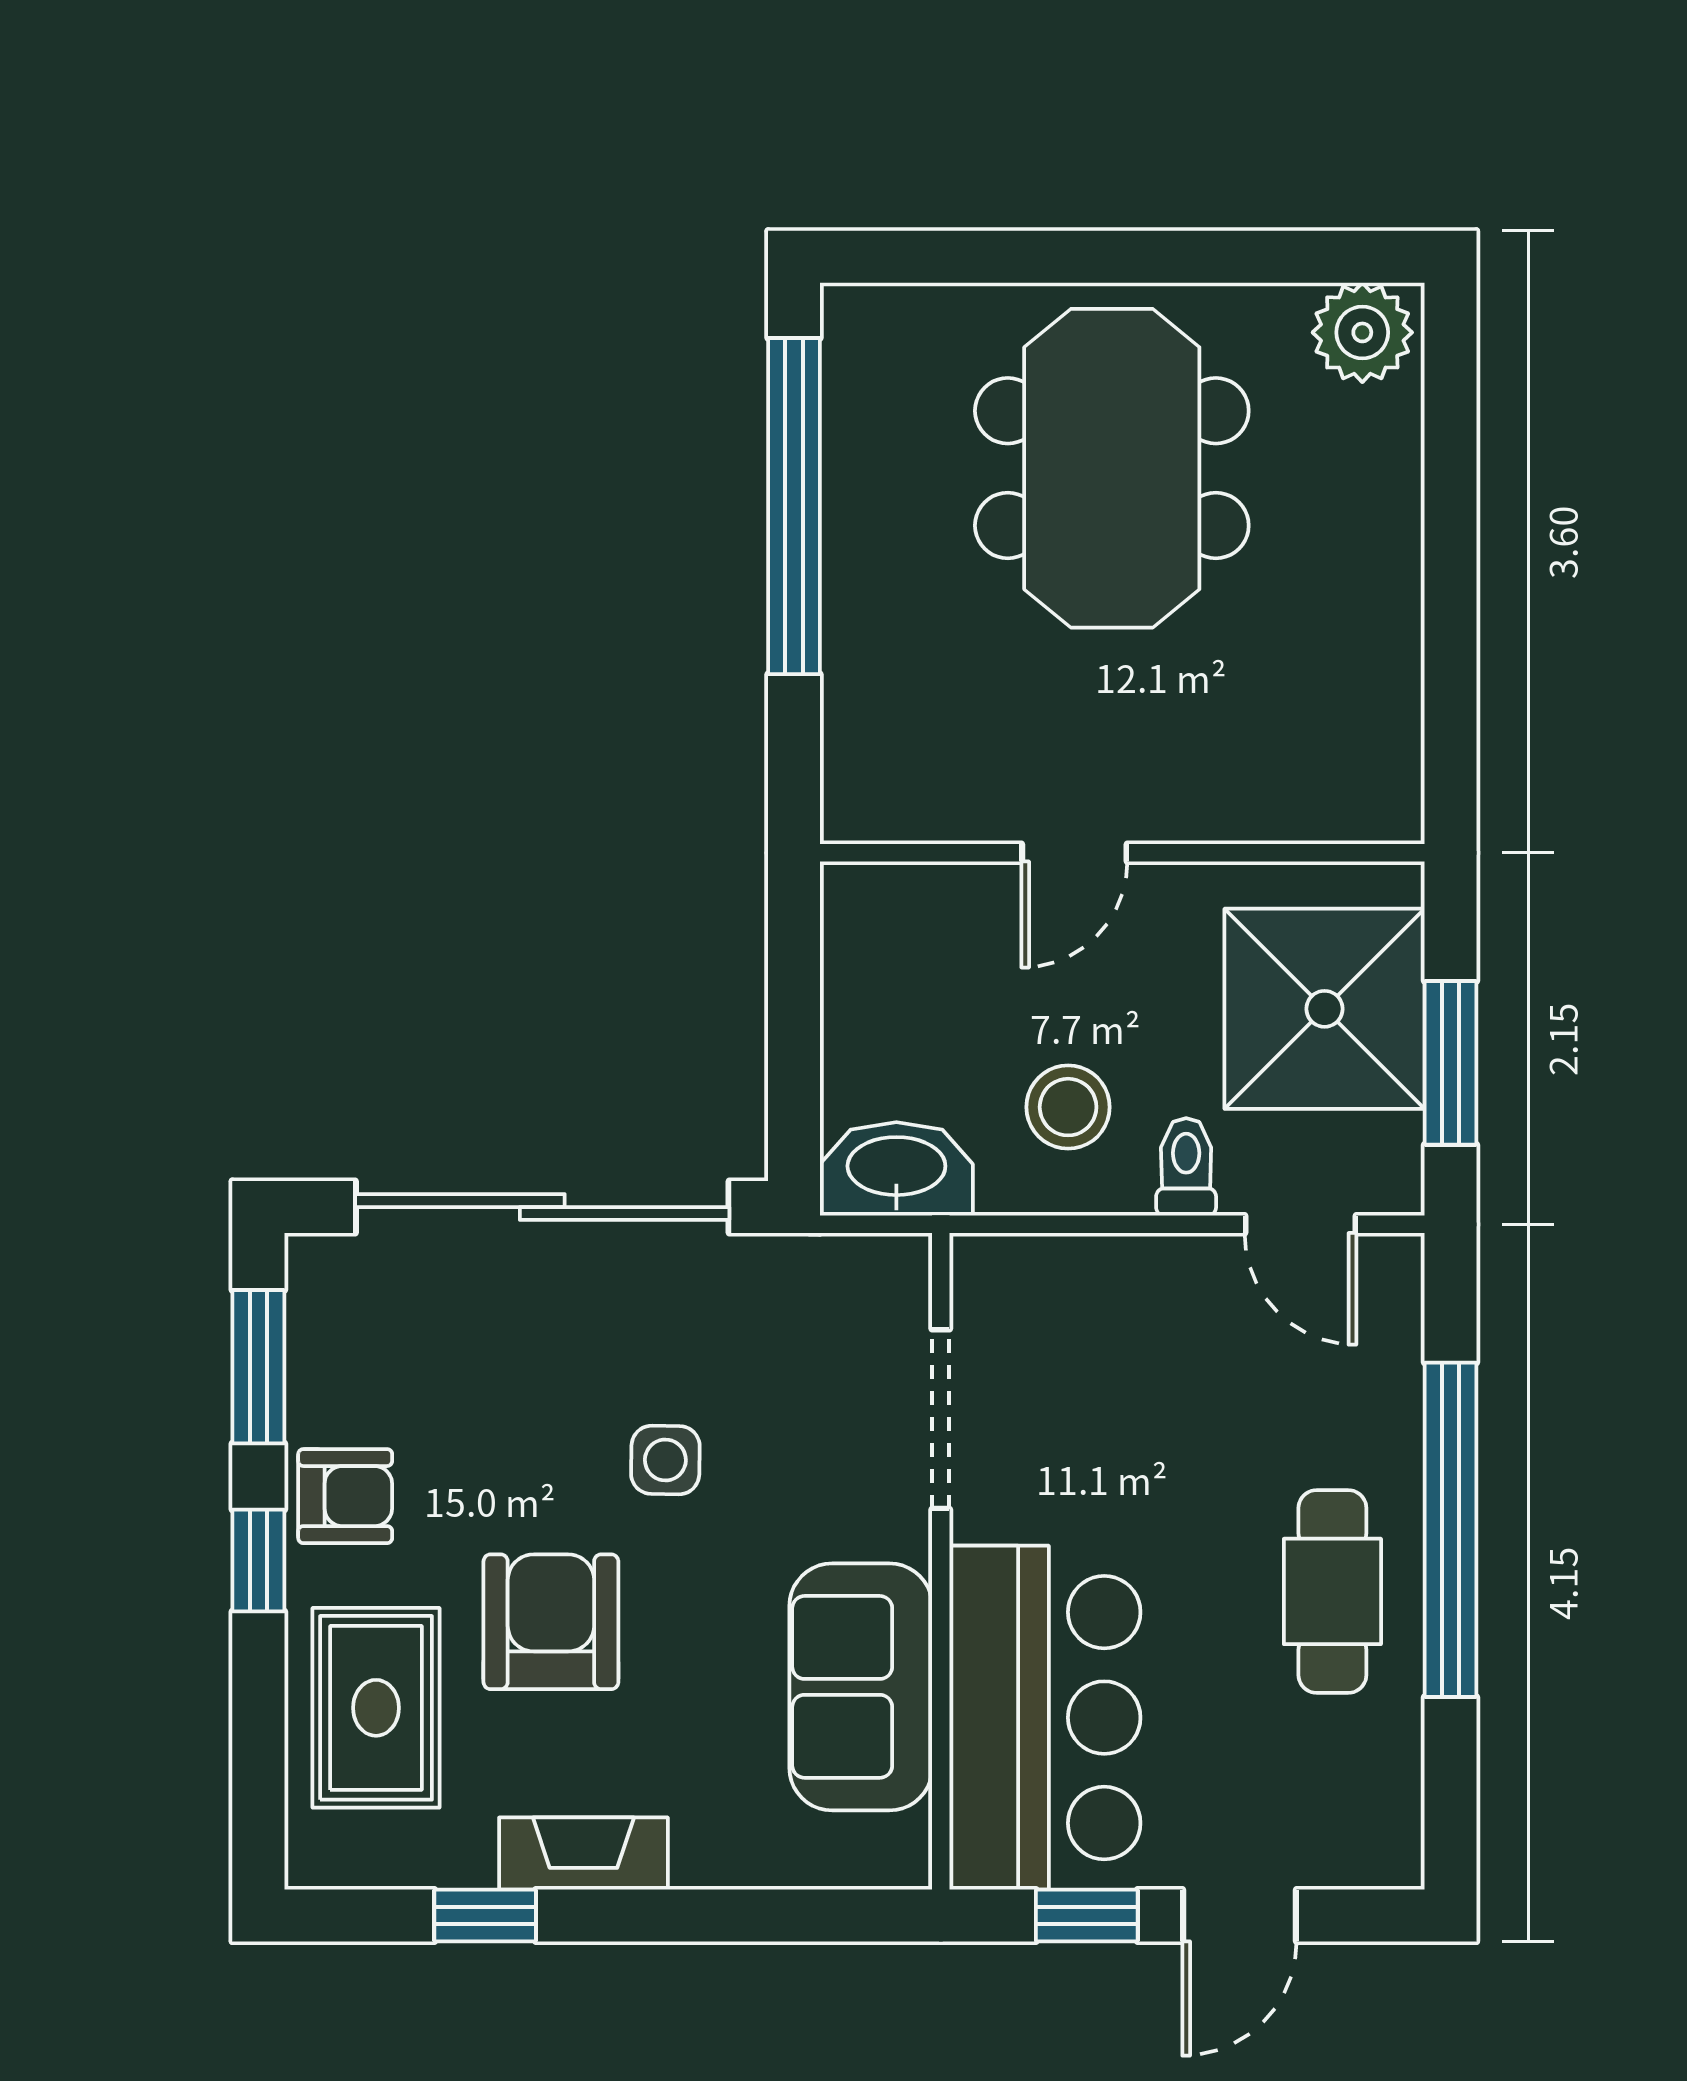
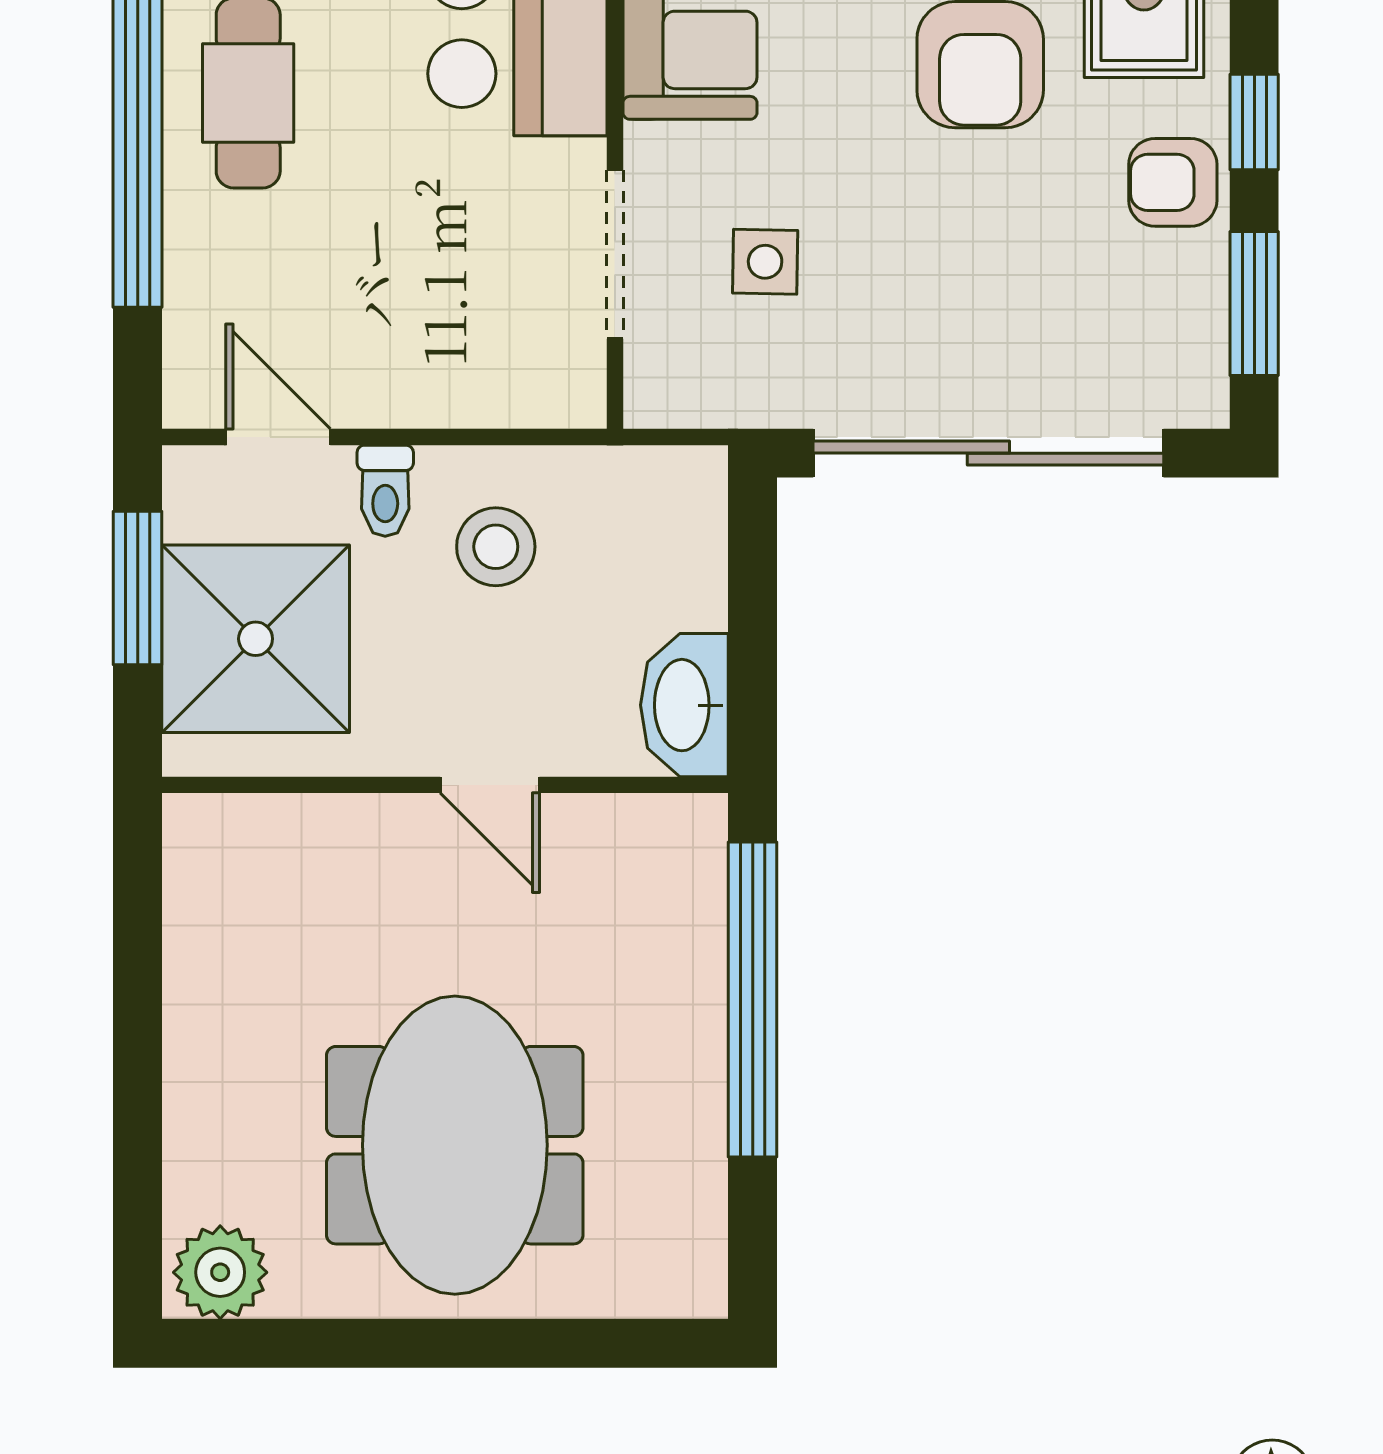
window: (794, 506) -> (753, 999), moved
door: (1074, 853) -> (490, 785), swing flipped
washbasin: (896, 1169) -> (684, 705), moved, turned 90
side table: (665, 1460) -> (765, 262), moved

